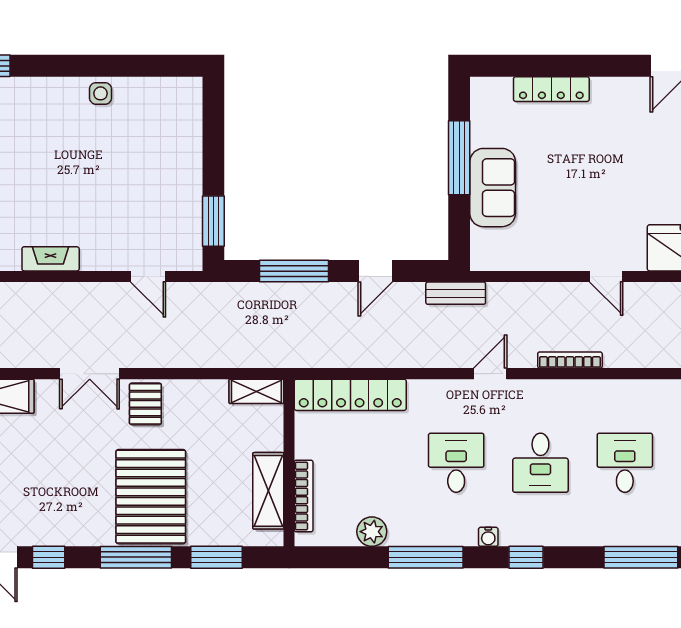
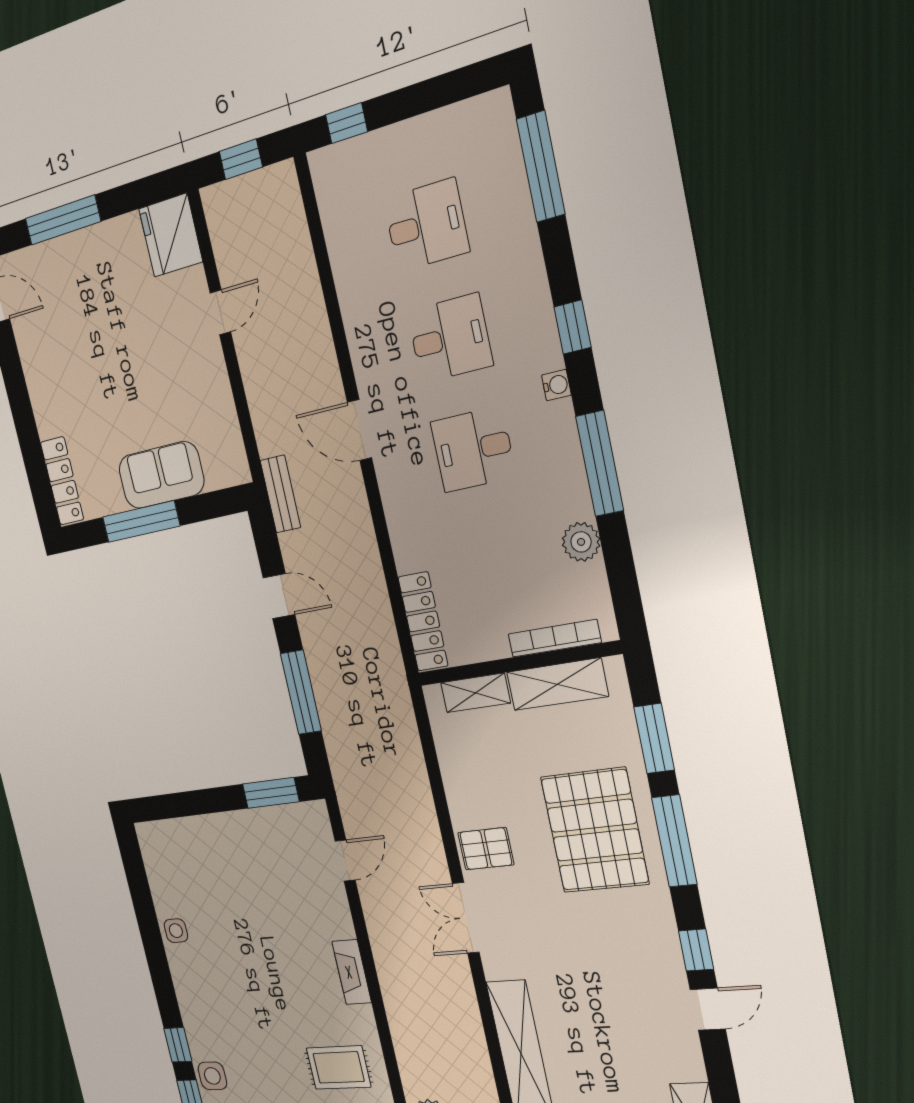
locker: (551, 89) -> (62, 481), moved
bookcase: (570, 360) -> (322, 332), removed
double door: (90, 374) -> (466, 918), swing flipped
door: (490, 374) -> (359, 430), width x1.38
shelving: (256, 391) -> (475, 693), moved, turned 90
locker: (350, 395) -> (423, 622), width x0.71, depth x0.83
desk: (625, 463) -> (426, 225), turned 180
pallet: (151, 497) -> (595, 830), turned 90

